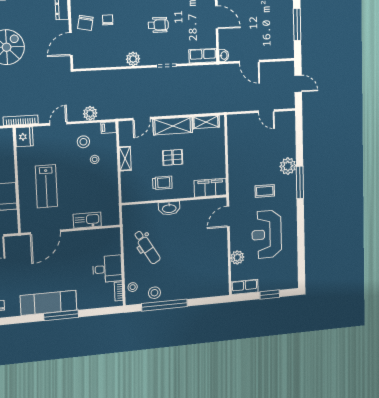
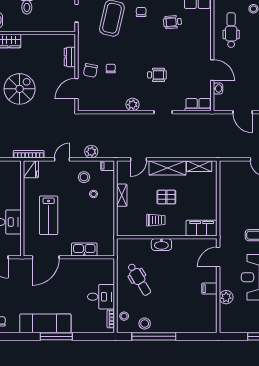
washbasin: (224, 55) -> (218, 88), moved
filing cabinet: (220, 250) -> (209, 289), added
row of seats: (244, 287) -> (233, 326), removed

